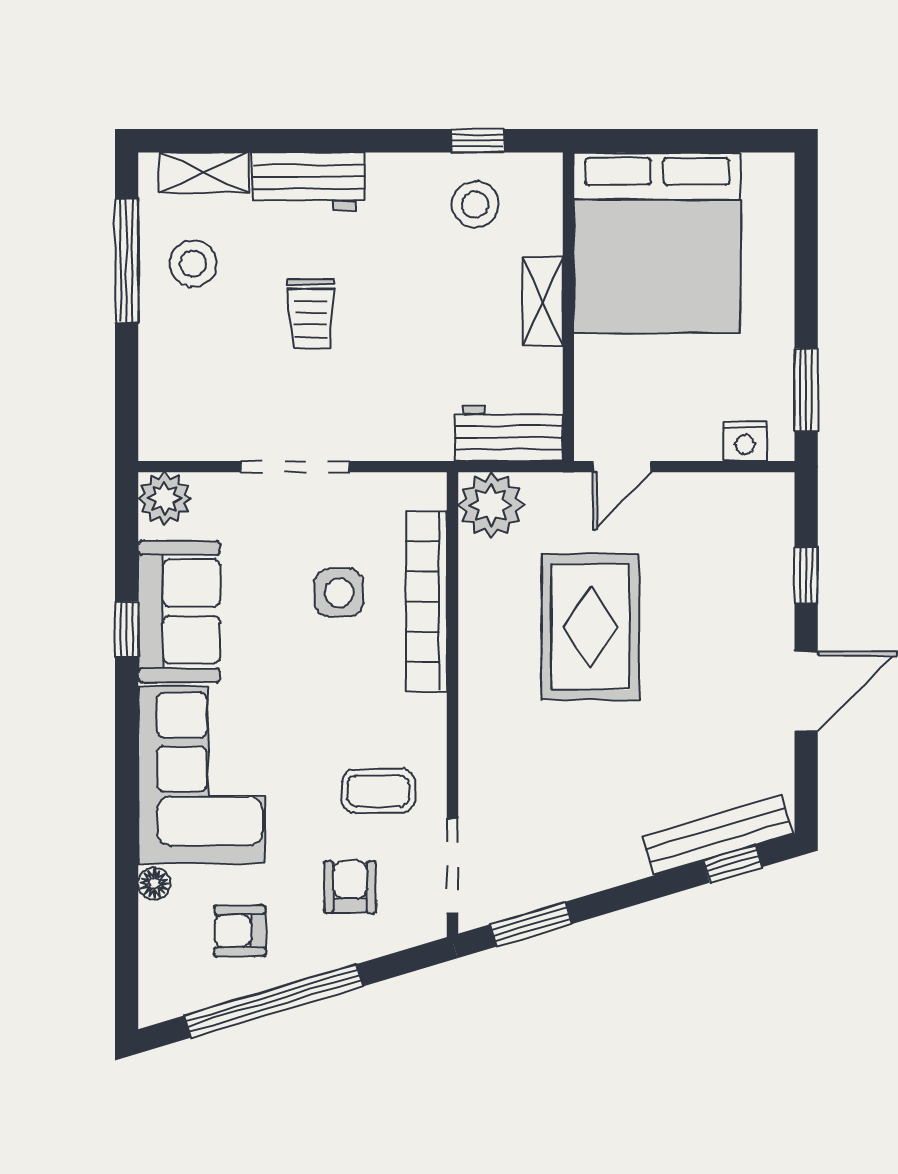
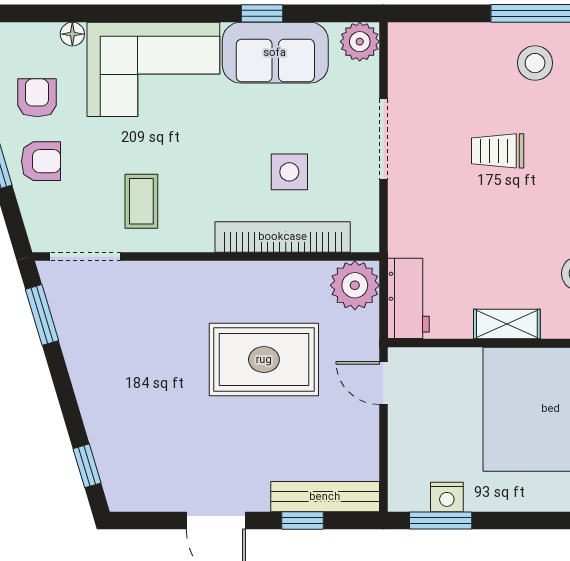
nightstand: (745, 441) -> (447, 497), moved, turned -90
bench: (718, 835) -> (325, 497), moved, turned -73
armchair: (350, 887) -> (41, 161), moved

